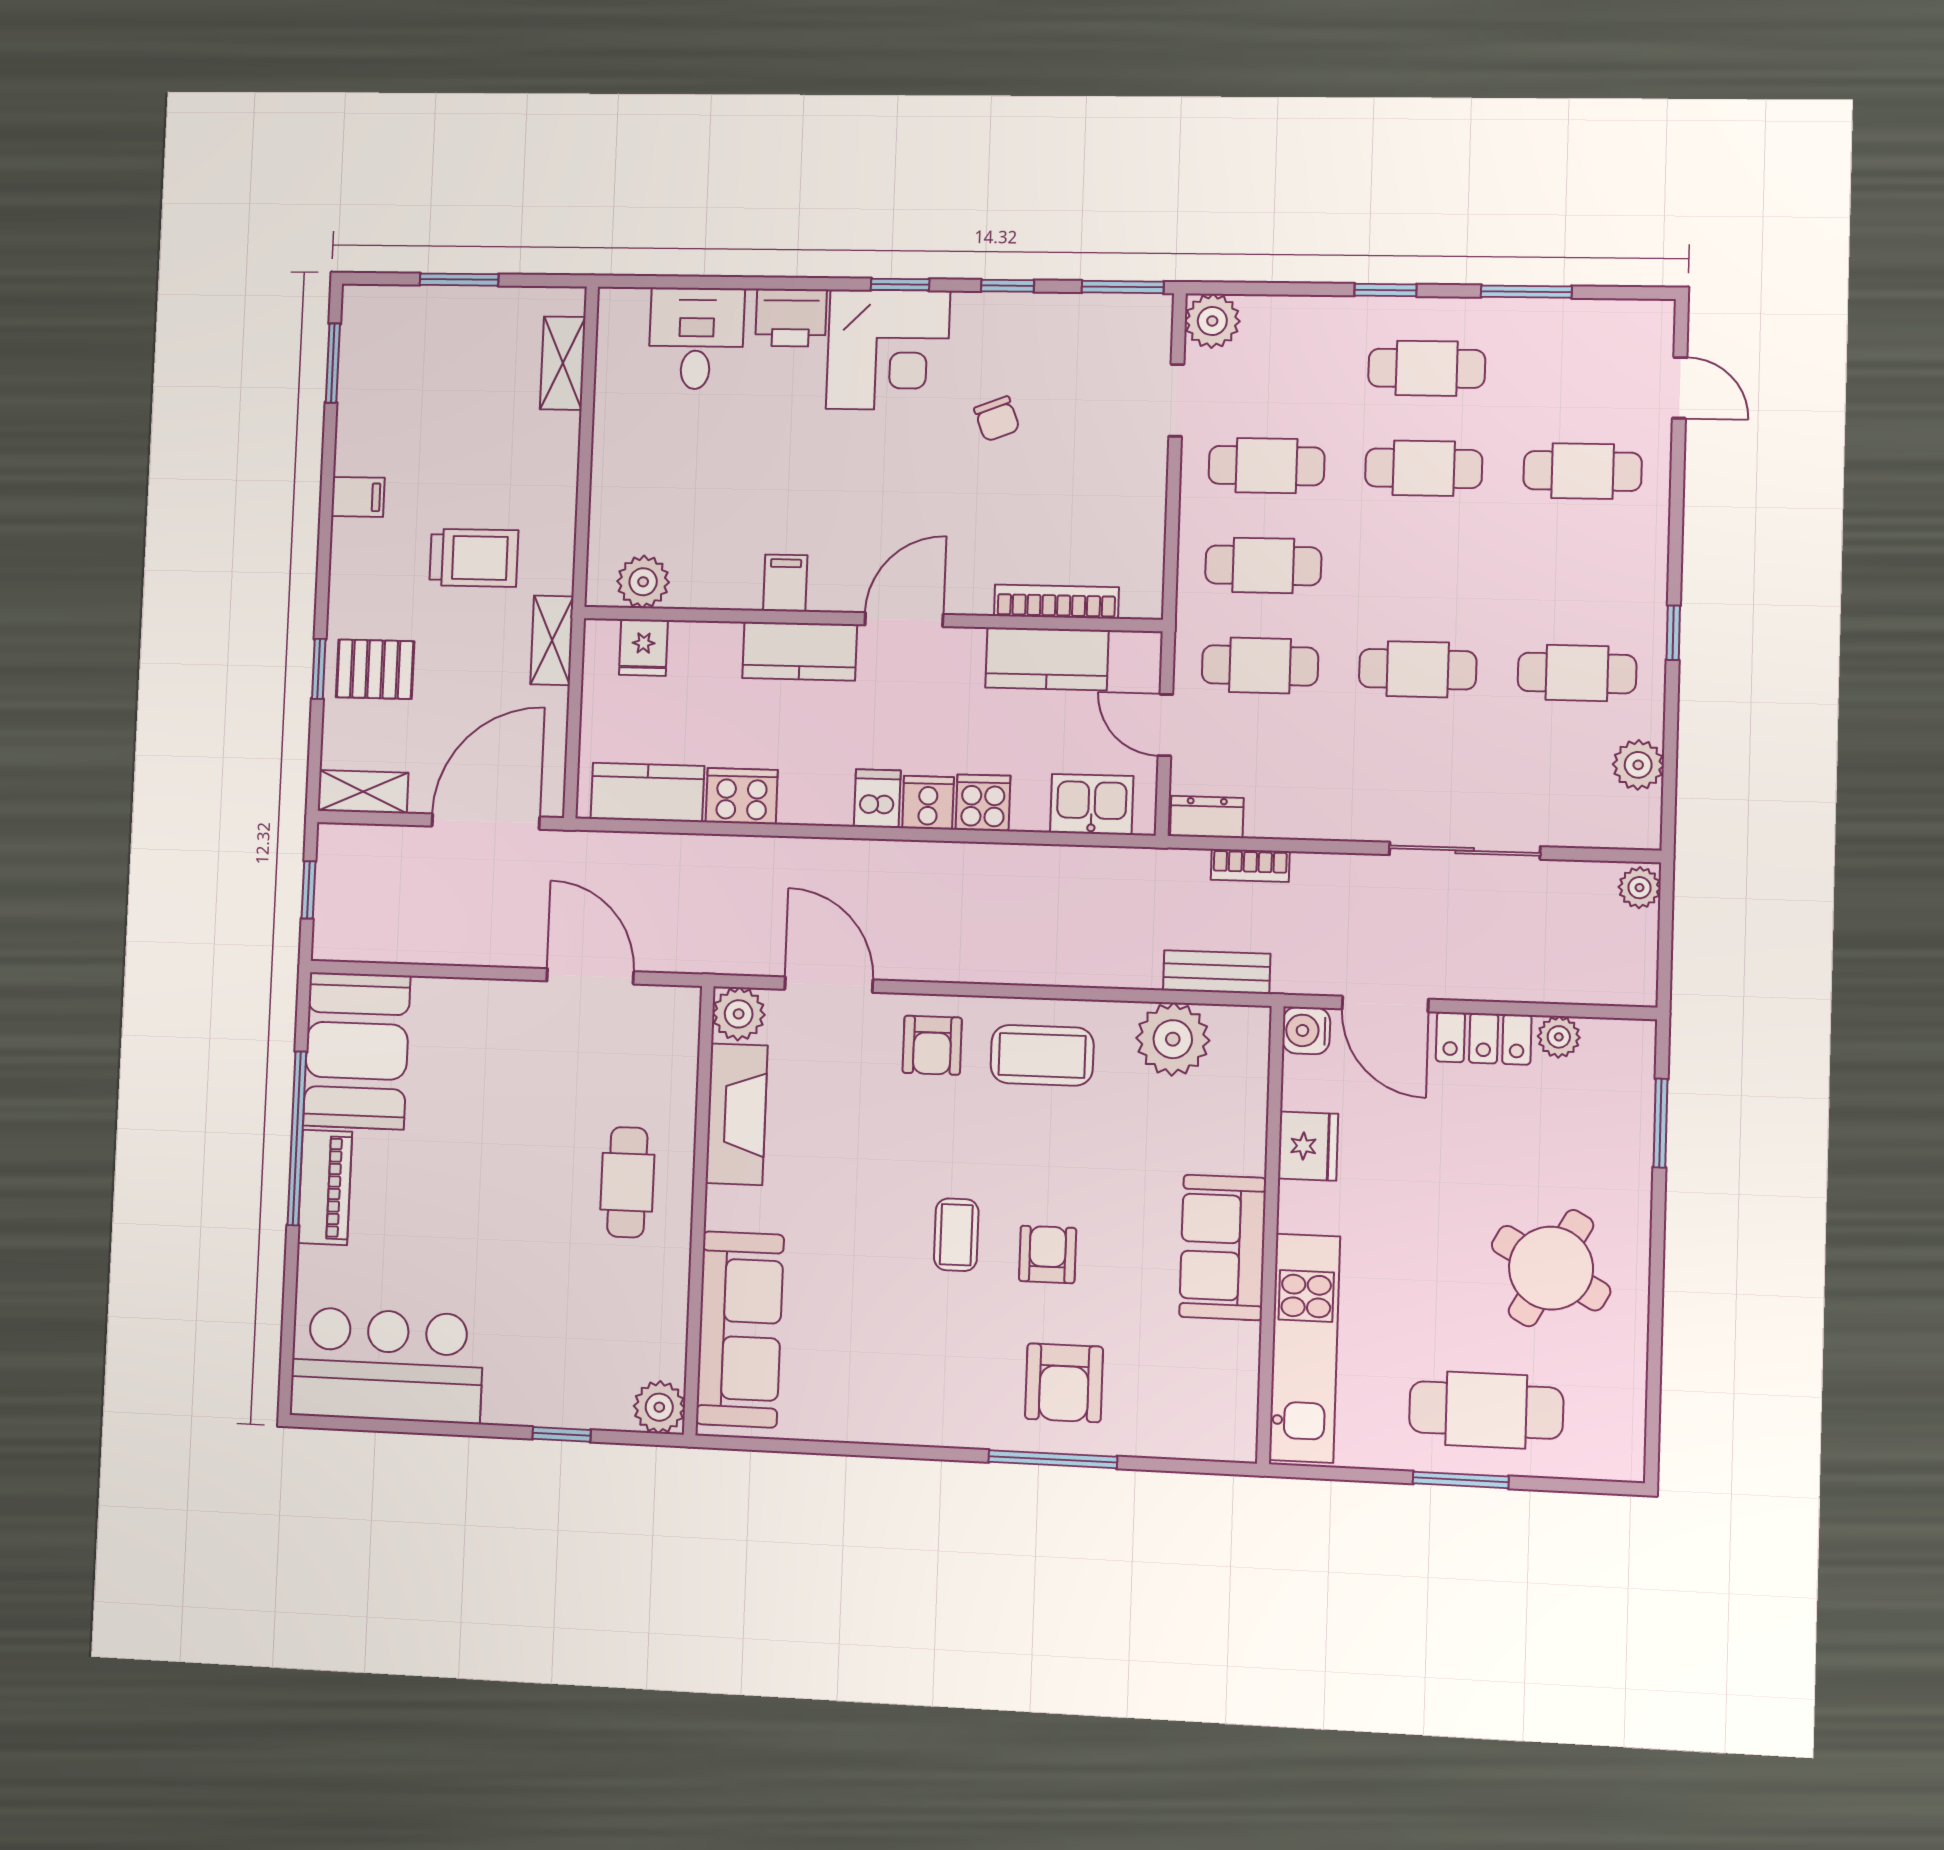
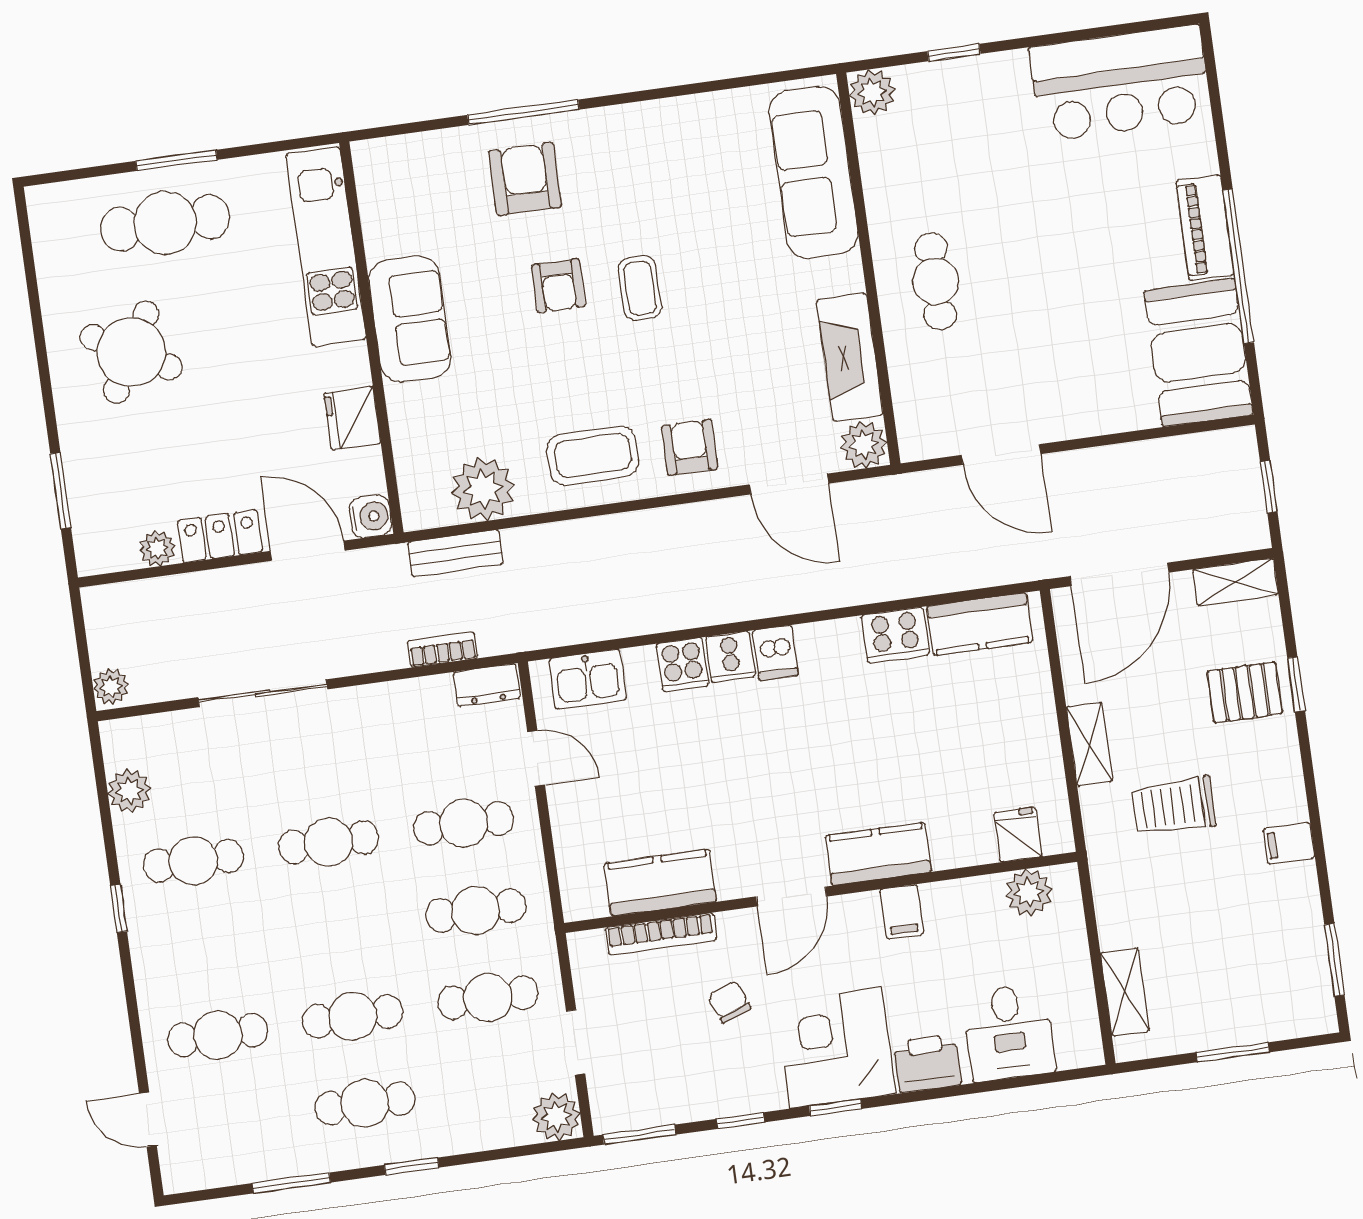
plant: (643, 582) -> (1029, 893), moved
filing cabinet: (785, 583) -> (902, 912), moved
bookcase: (1056, 602) -> (661, 934), moved
wall: (871, 619) -> (821, 892), moved
door: (904, 620) -> (791, 896), moved
fridge: (643, 647) -> (1018, 835), moved
kitchen counter: (800, 651) -> (878, 854), moved
kitchen counter: (1047, 659) -> (660, 883), moved

